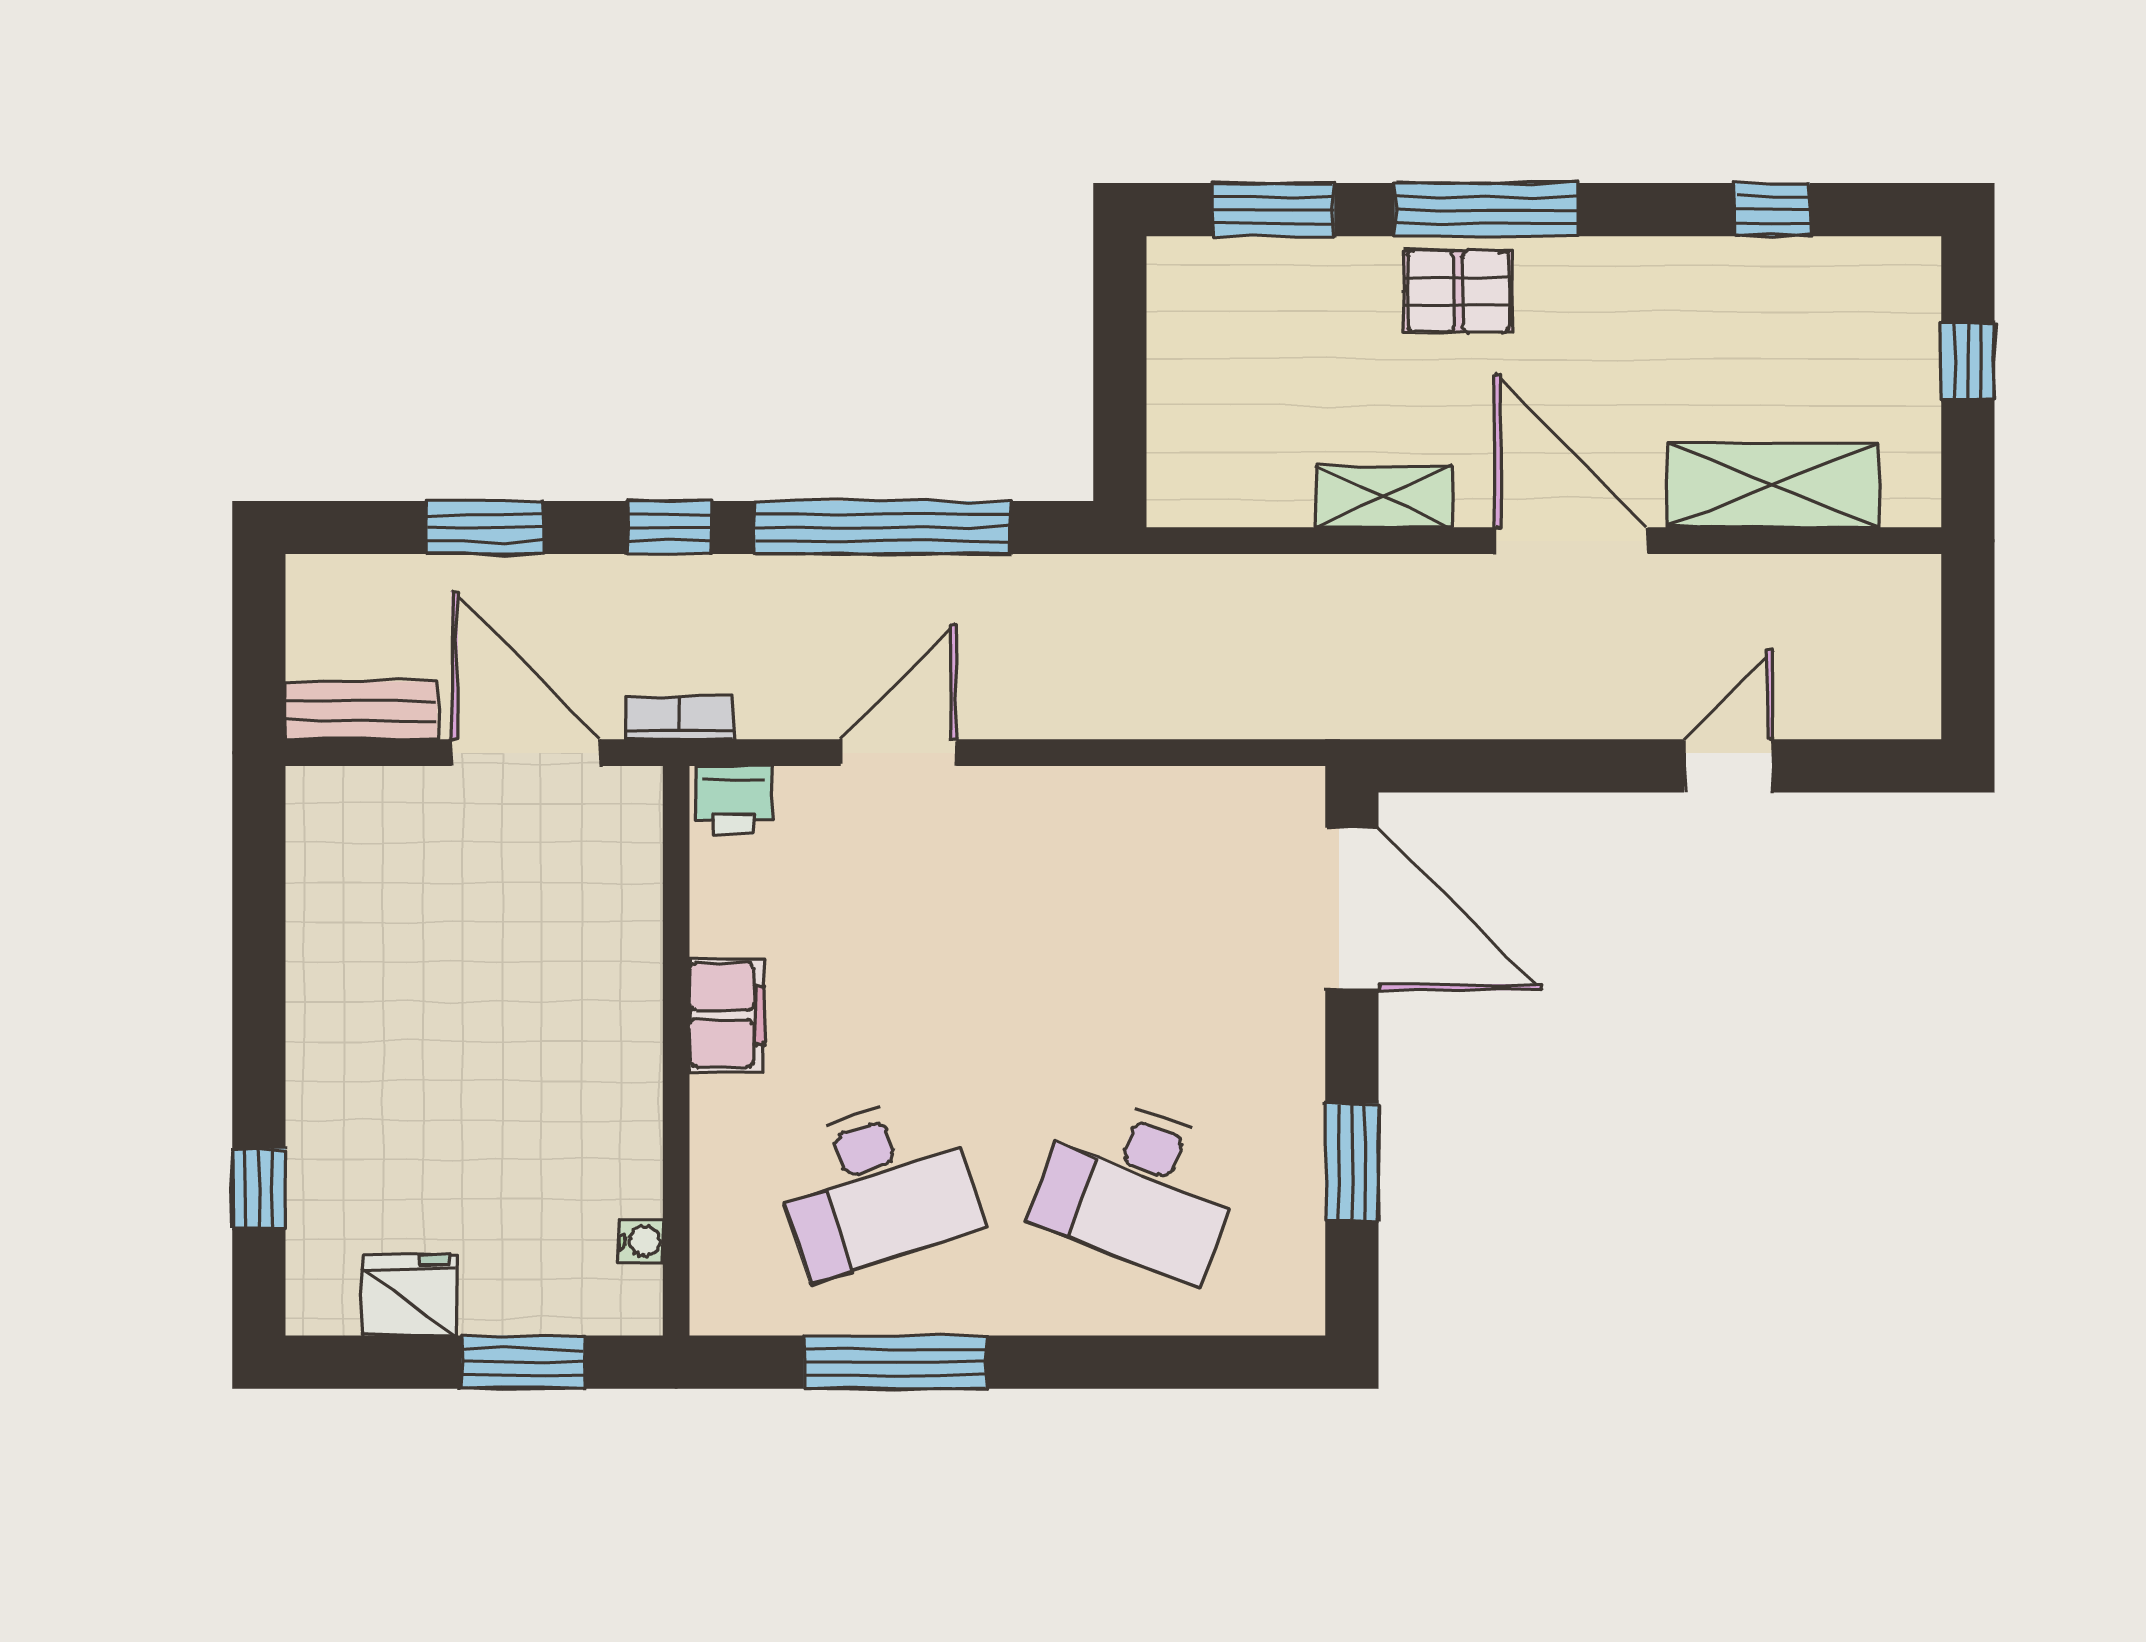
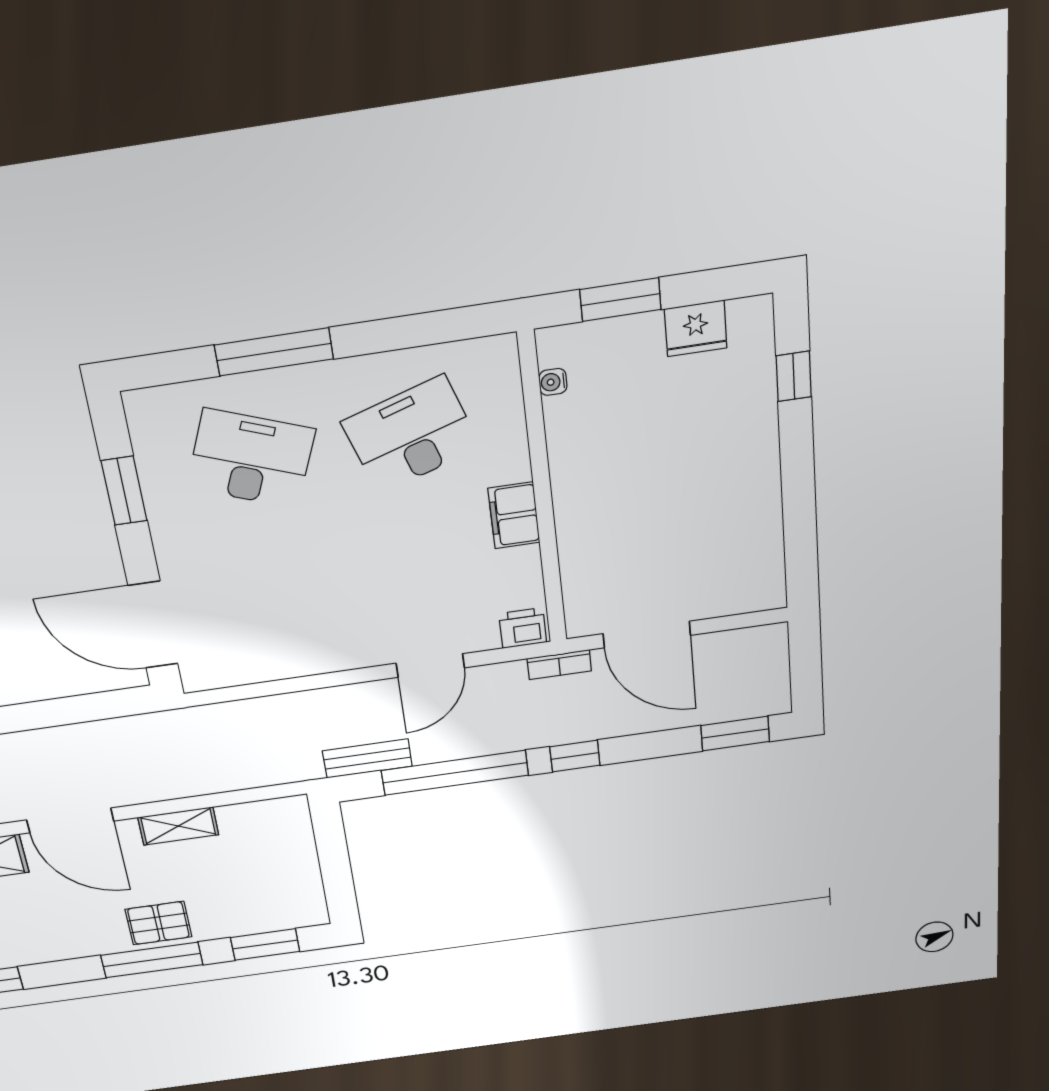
window: (485, 527) -> (735, 734), moved
bench: (361, 711) -> (367, 758), moved
window: (895, 1362) -> (274, 352), moved

